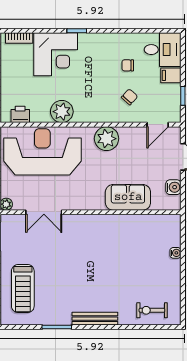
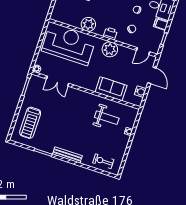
printer: (20, 114) -> (110, 33), moved
weight bench: (136, 243) -> (107, 118), added

